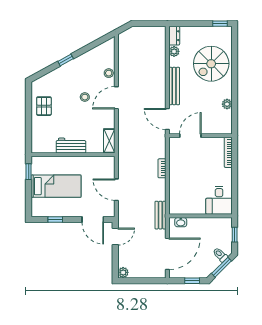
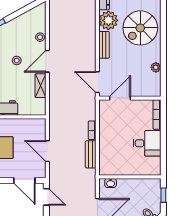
plant: (174, 51) -> (108, 20), width x1.88, depth x1.88
bench: (174, 86) -> (104, 45), width x0.73
shelving: (109, 141) -> (41, 86), moved
desk: (219, 200) -> (147, 143), moved, turned -90
bench: (160, 215) -> (91, 154), moved
door: (115, 237) -> (46, 197), hinge flipped

